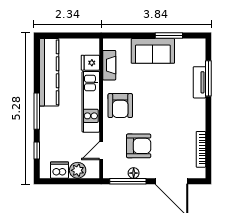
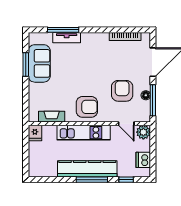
sofa: (153, 51) -> (39, 63), moved
fridge: (90, 63) -> (35, 133), moved
kitchen counter: (49, 72) -> (87, 169), moved
plant: (78, 170) -> (143, 132), moved

